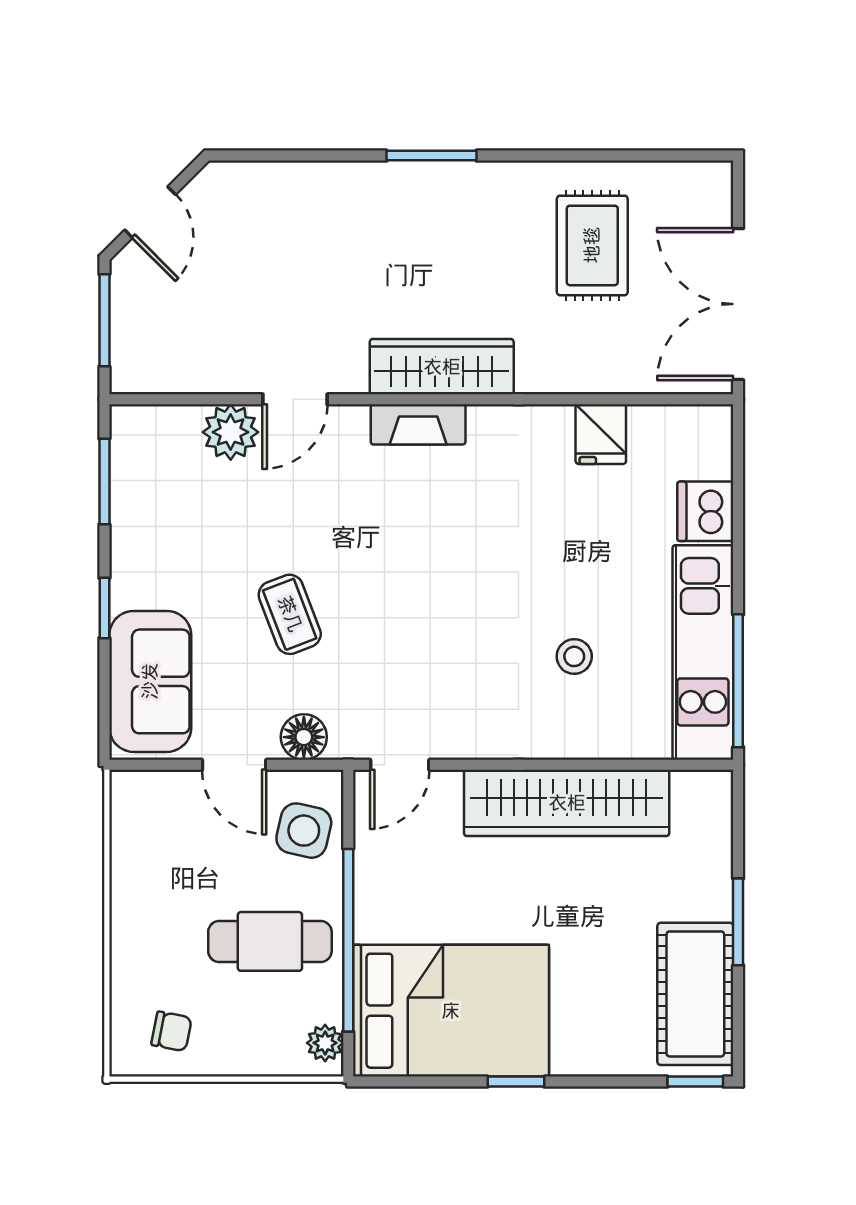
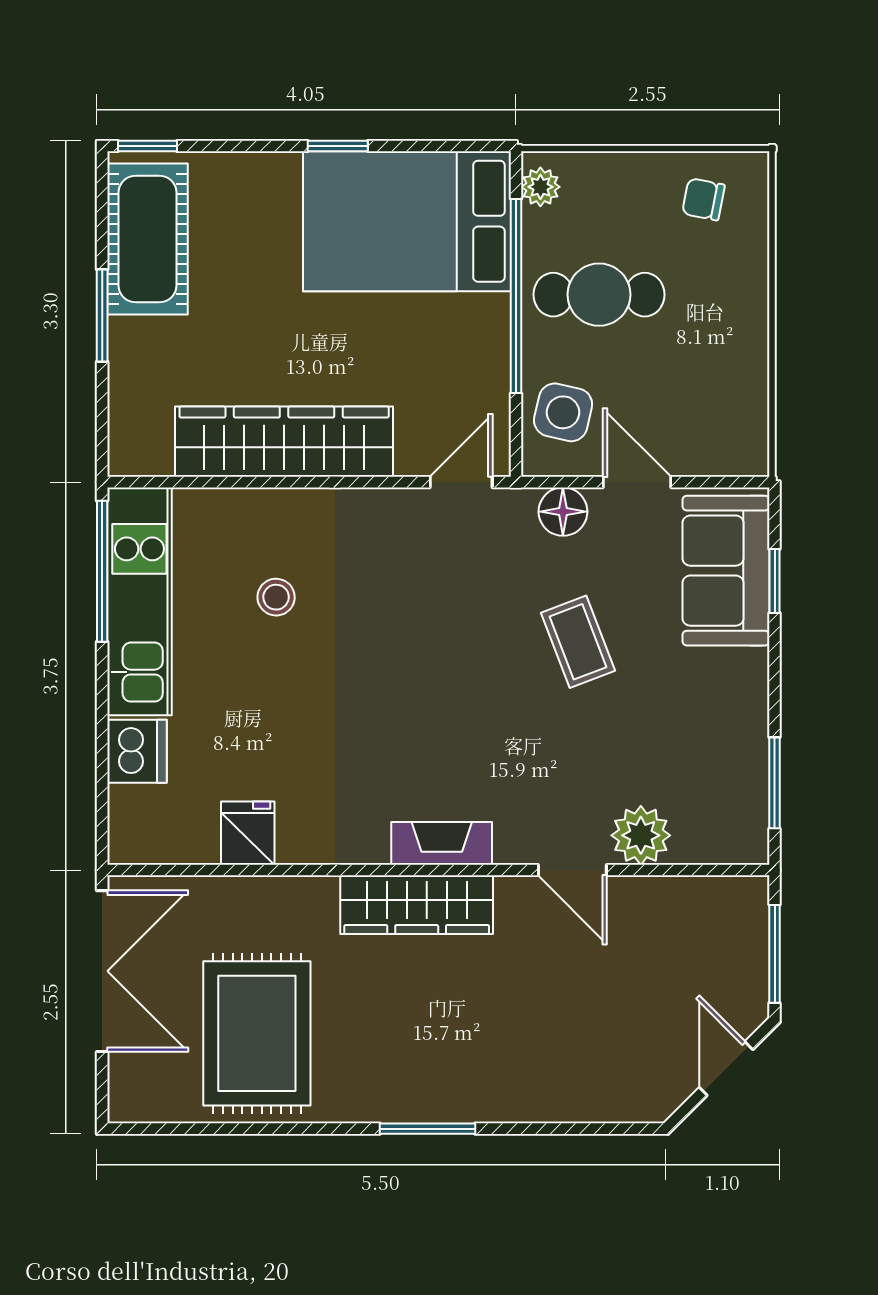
rug: (592, 245) -> (257, 1033), width x1.36, depth x1.43
door: (295, 399) -> (572, 870), swing flipped
window: (104, 608) -> (775, 581), moved

